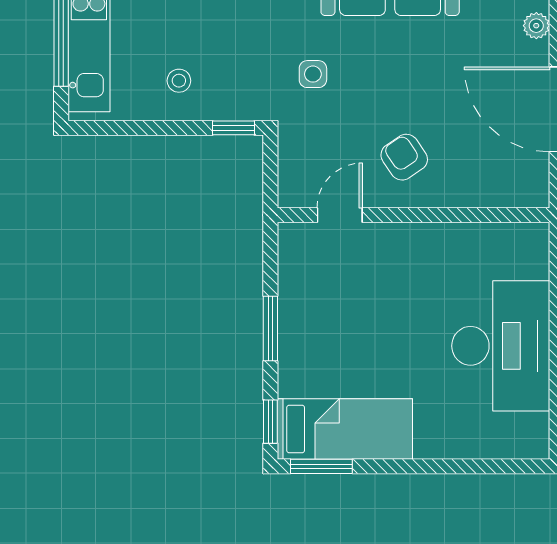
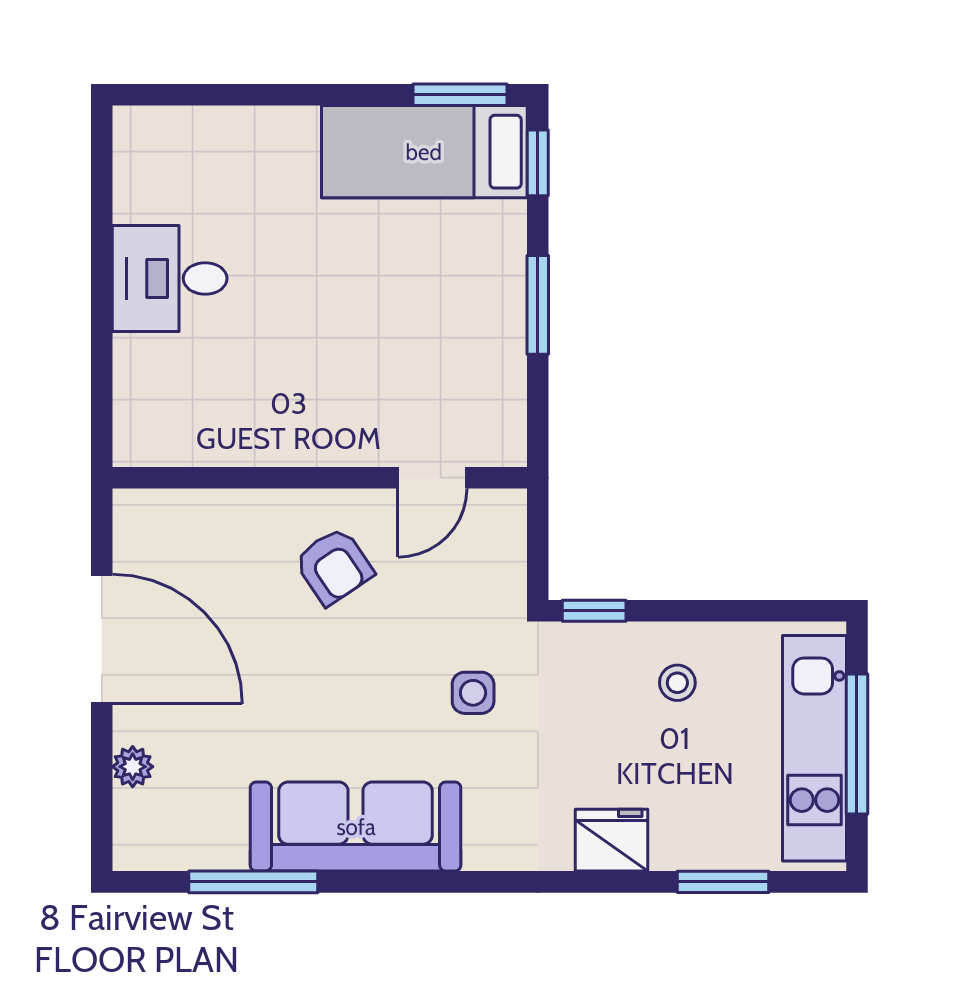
desk: (501, 346) -> (170, 278), width x0.53, depth x0.77

